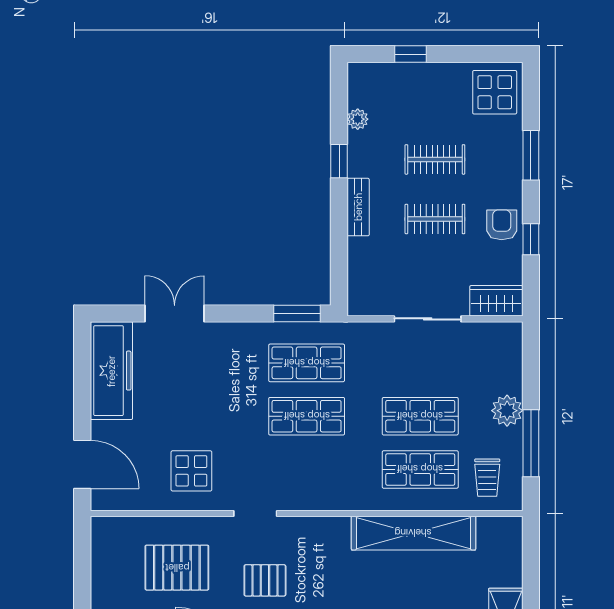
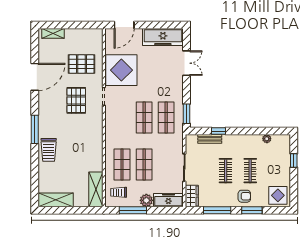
window: (339, 161) -> (218, 131), moved
bench: (358, 207) -> (210, 139), moved
armchair: (502, 225) -> (244, 196), moved
window: (531, 239) -> (217, 210), width x2.17
freezer: (506, 357) -> (168, 200), added
display table: (191, 471) -> (121, 70), width x1.86, depth x1.86
shelving: (413, 533) -> (96, 189), moved, width x0.68
pallet: (177, 568) -> (82, 64), turned 90
pallet: (265, 580) -> (76, 100), width x1.50, depth x1.42

